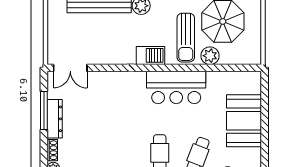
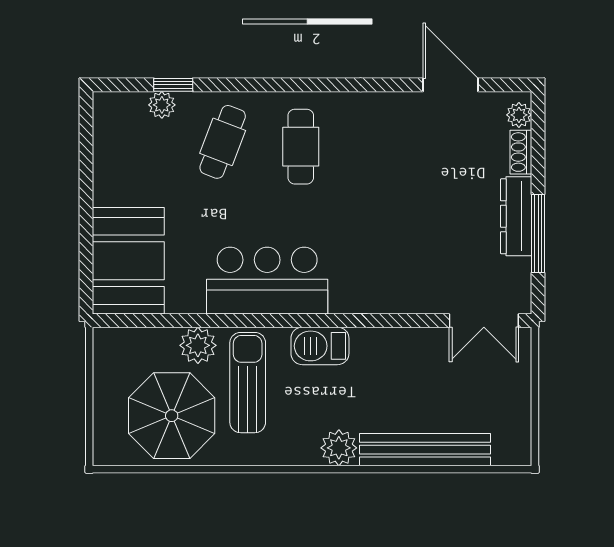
double door: (70, 68) -> (484, 321), swing flipped
booth: (244, 121) -> (128, 261), moved

